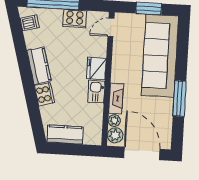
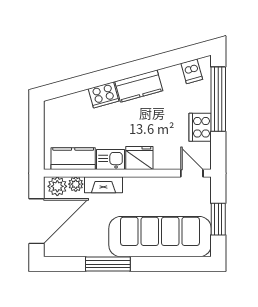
kitchen counter: (65, 134) -> (73, 159), moved, turned -90

